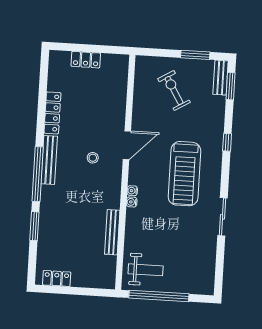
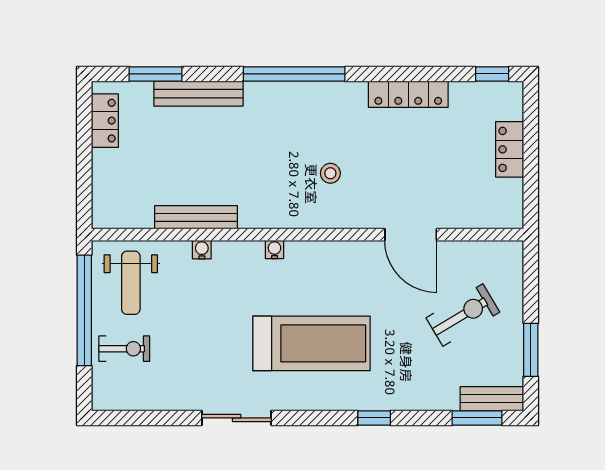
window: (44, 67) -> (492, 74), added
door: (127, 145) -> (411, 235), moved
bench: (49, 160) -> (198, 94), moved
treadmill: (184, 174) -> (311, 343), turned 180
water cooler: (132, 202) -> (202, 250), moved
window: (34, 226) -> (155, 74), moved
exercise bike: (181, 276) -> (124, 349), added

